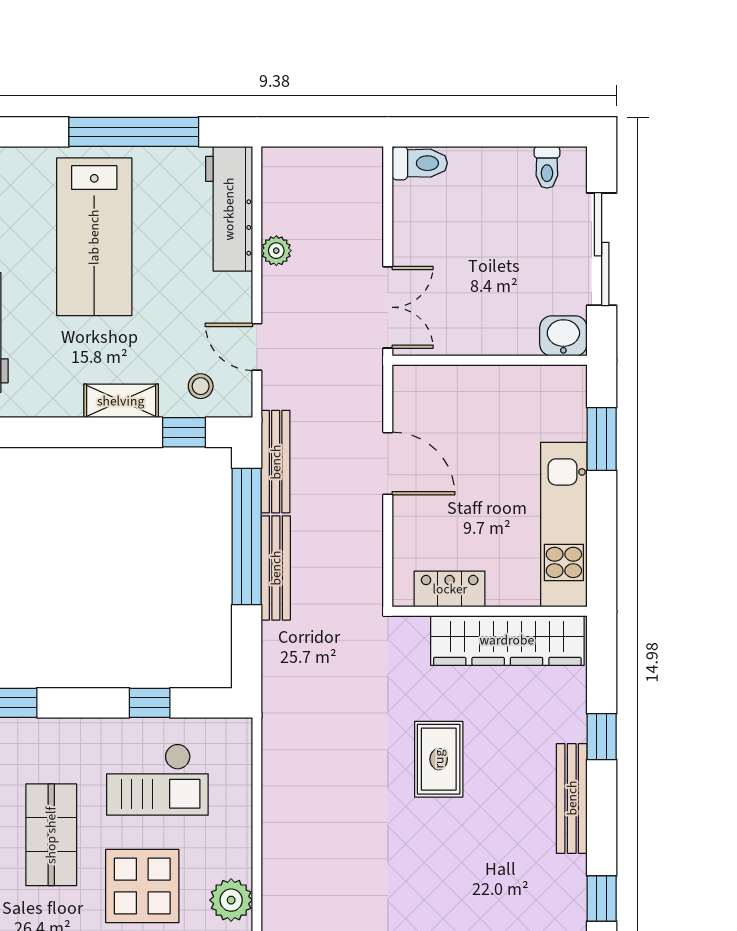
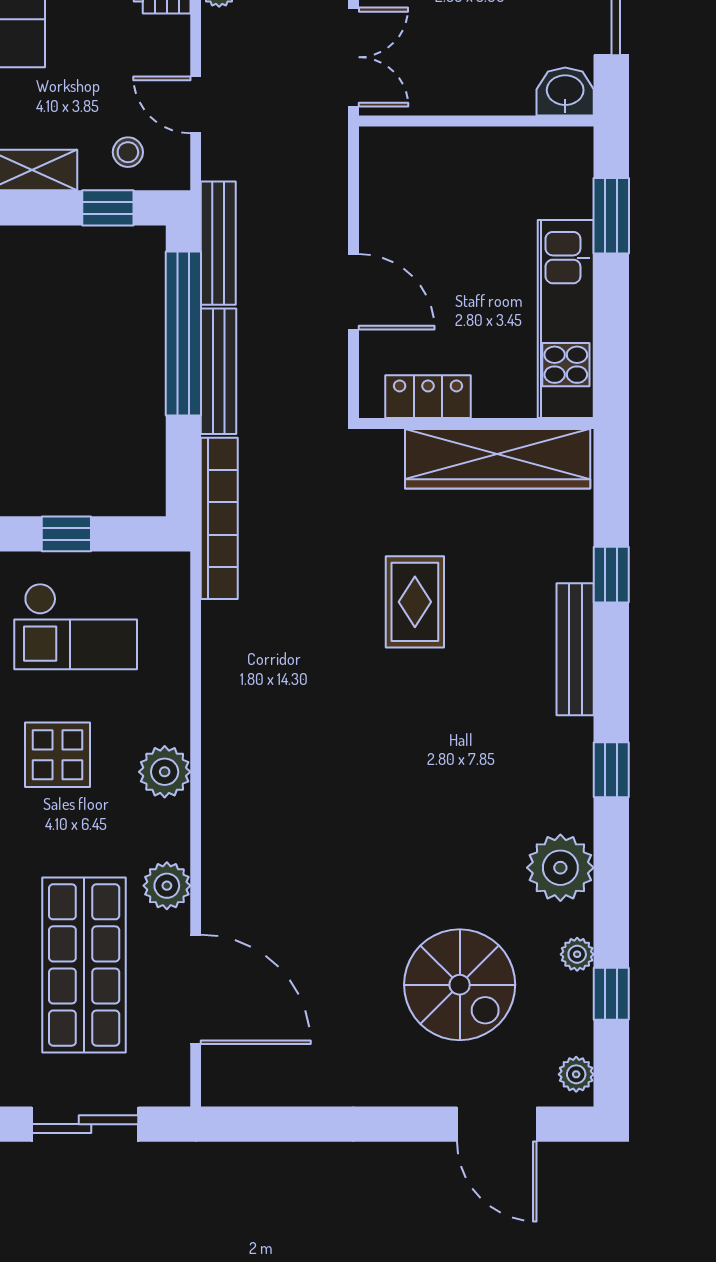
door: (388, 463) -> (353, 292), moved
bookcase: (276, 690) -> (219, 518), added
display table: (142, 886) -> (58, 755), width x0.73, depth x0.73

